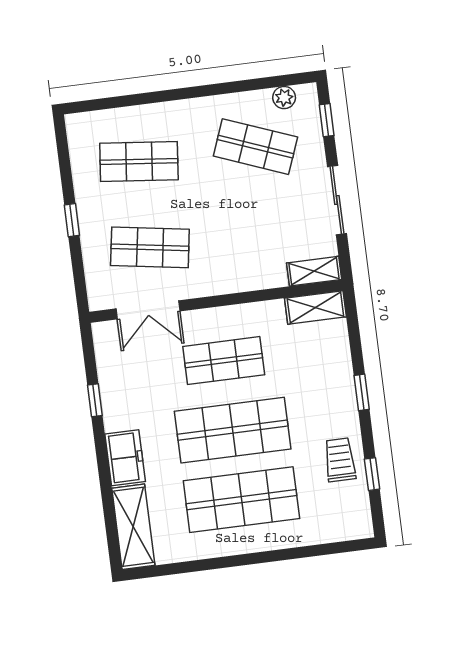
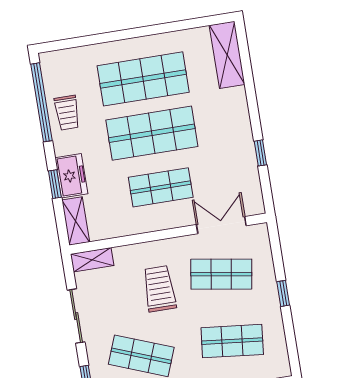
trolley: (229, 231) -> (159, 289), added
shelving: (315, 307) -> (76, 221), moved, turned 90
window: (362, 392) -> (55, 184), moved
freezer: (125, 458) -> (71, 176), moved, turned 180
window: (372, 474) -> (42, 102), width x3.17

